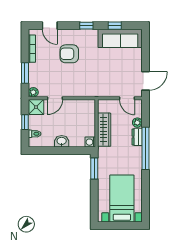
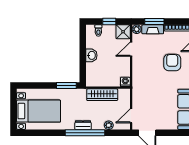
fireplace: (33, 75) -> (153, 29), added
door: (55, 98) -> (131, 49), hinge flipped
dresser: (137, 137) -> (83, 125), moved
washing machine: (90, 142) -> (125, 82), moved

